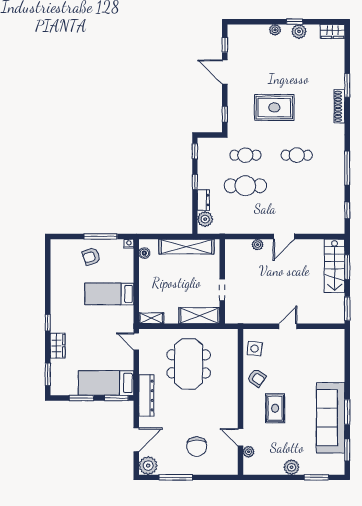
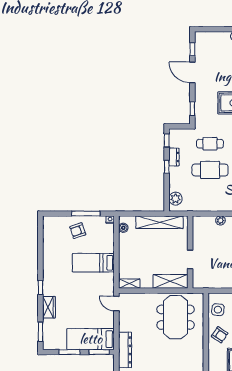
dresser: (203, 200) -> (174, 157), moved
meeting table: (189, 364) -> (176, 317), moved

